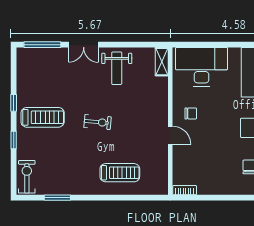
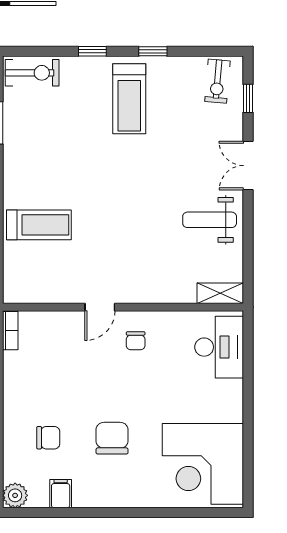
window: (42, 45) -> (248, 98), width x0.46
desk: (202, 67) -> (219, 347), width x0.73, depth x0.77
exercise bike: (98, 122) -> (217, 81), moved
treadmill: (120, 173) -> (39, 225), turned -90

